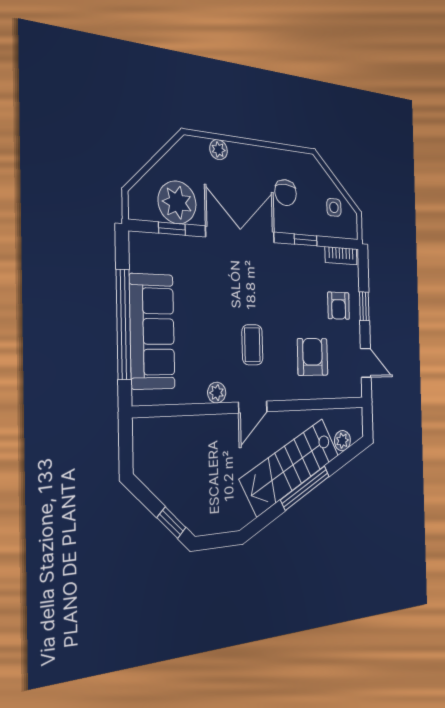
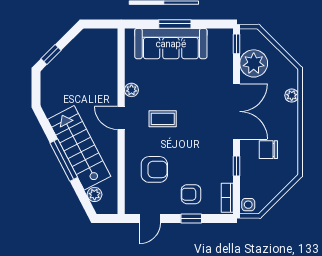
side table: (334, 207) -> (248, 205), moved
window: (172, 229) -> (236, 44), moved
window: (124, 324) -> (175, 24), width x0.47

